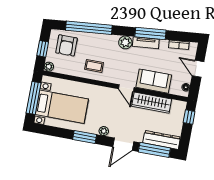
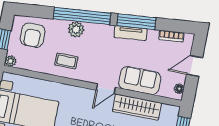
window: (89, 28) -> (82, 16), moved
plant: (125, 42) -> (76, 29), moved
door: (198, 69) -> (195, 66), hinge flipped
door: (126, 88) -> (106, 89), hinge flipped

